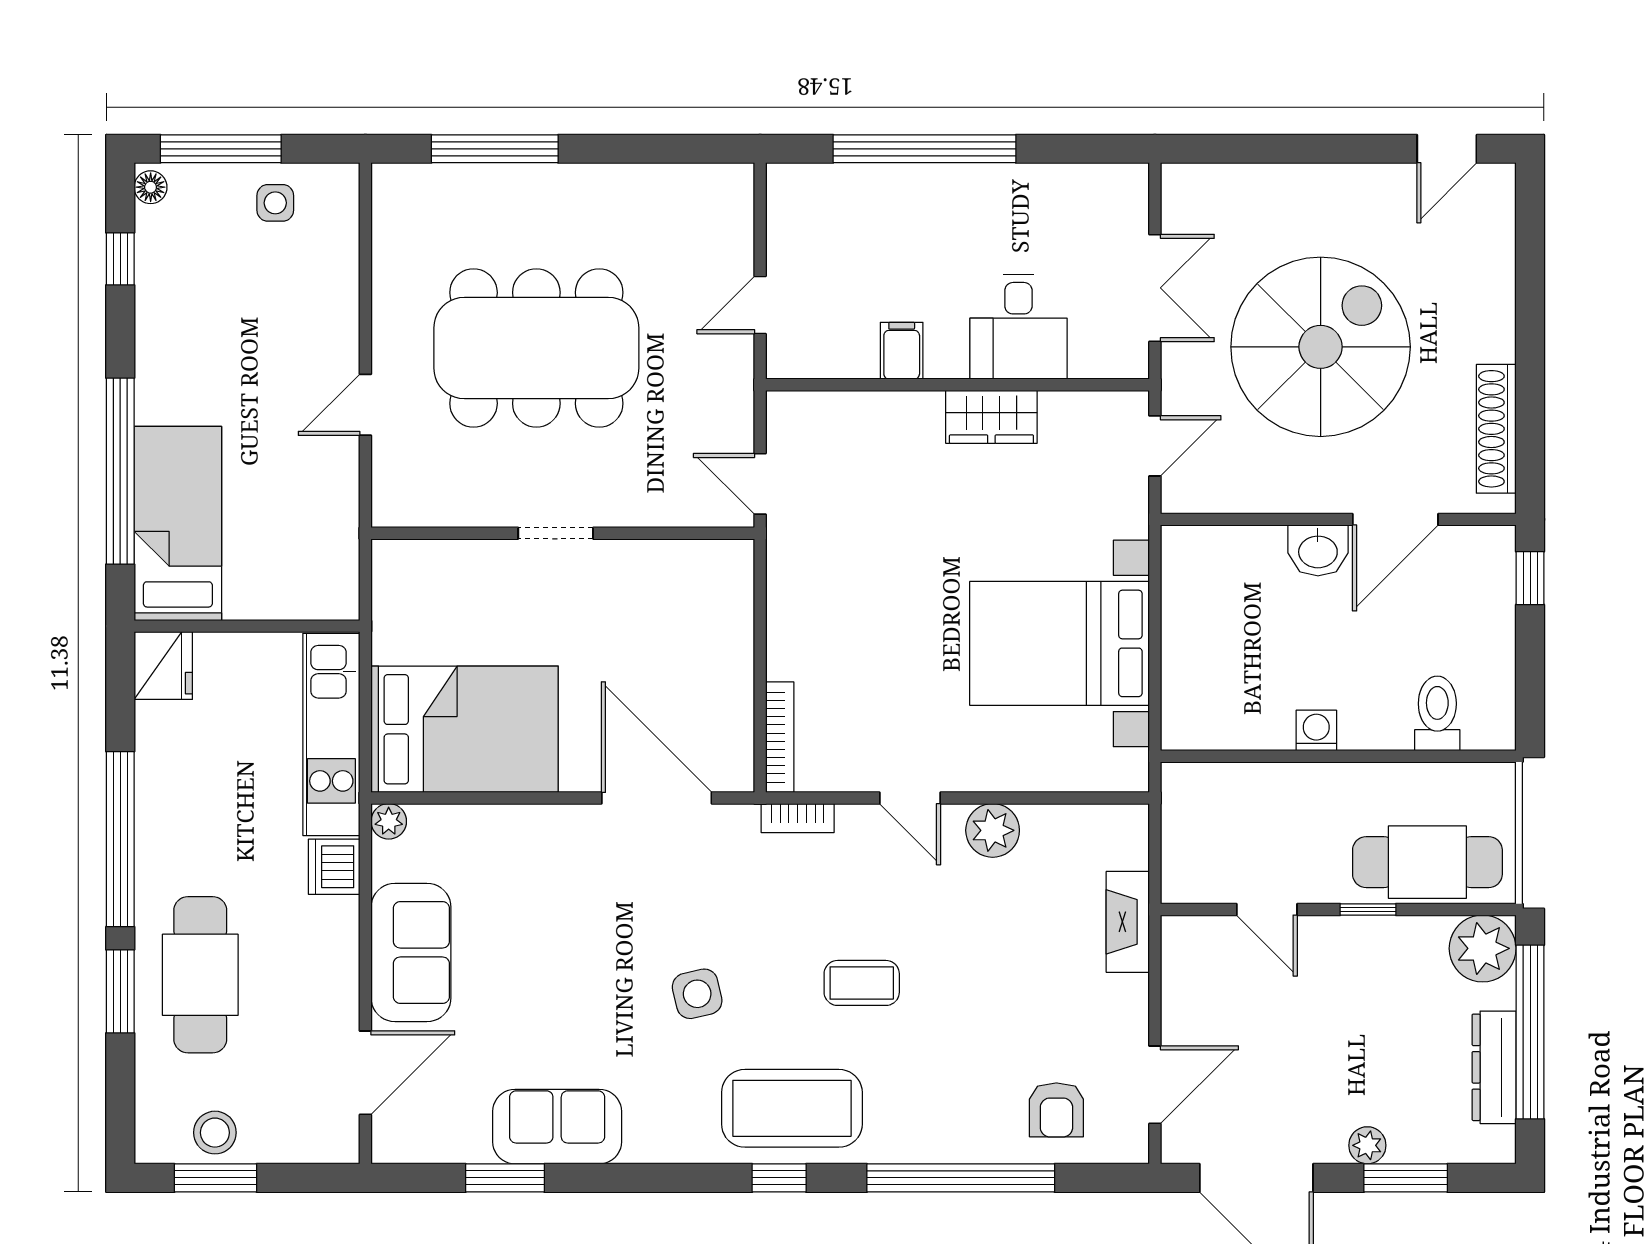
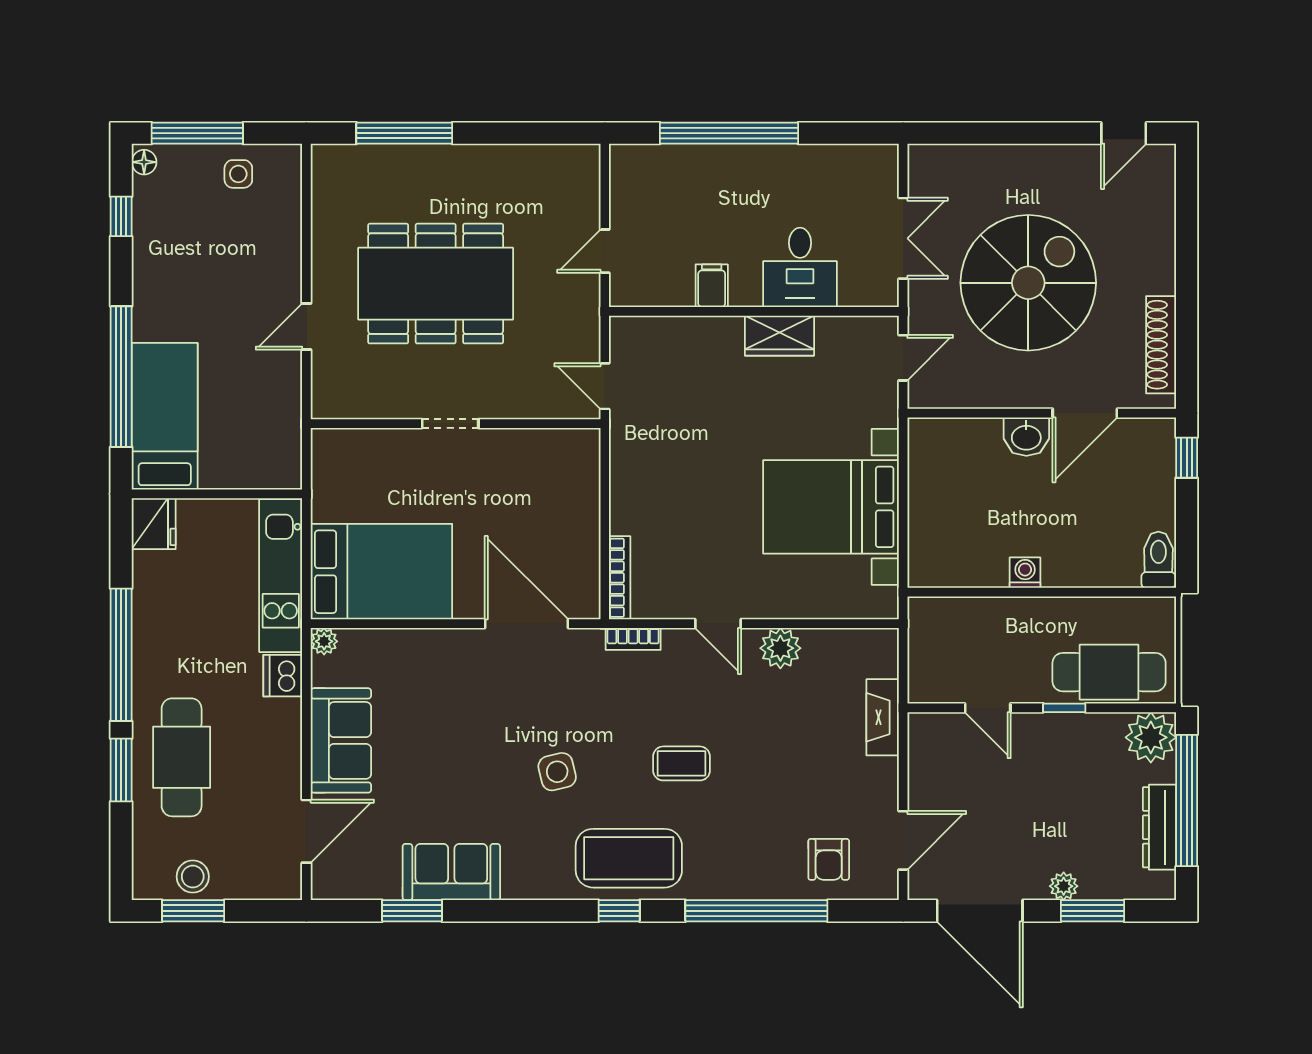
toilet: (1437, 713) -> (1158, 560), moved

